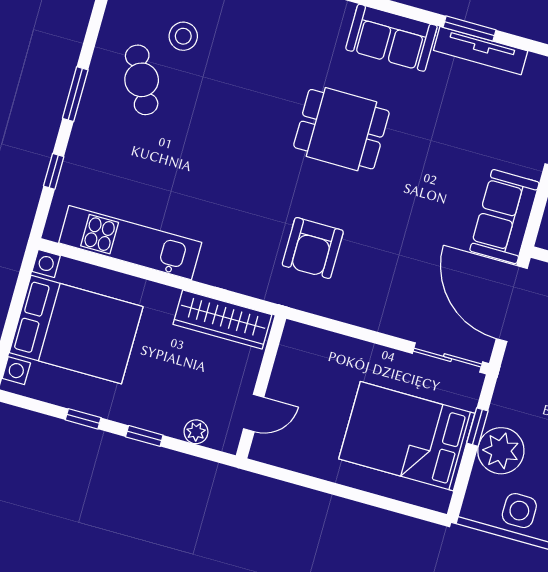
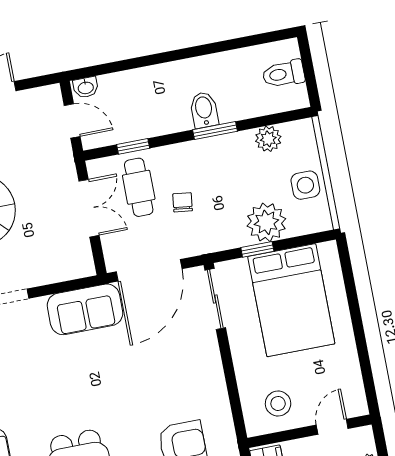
stool: (306, 369) -> (278, 403), added
door: (254, 413) -> (332, 427), hinge flipped

